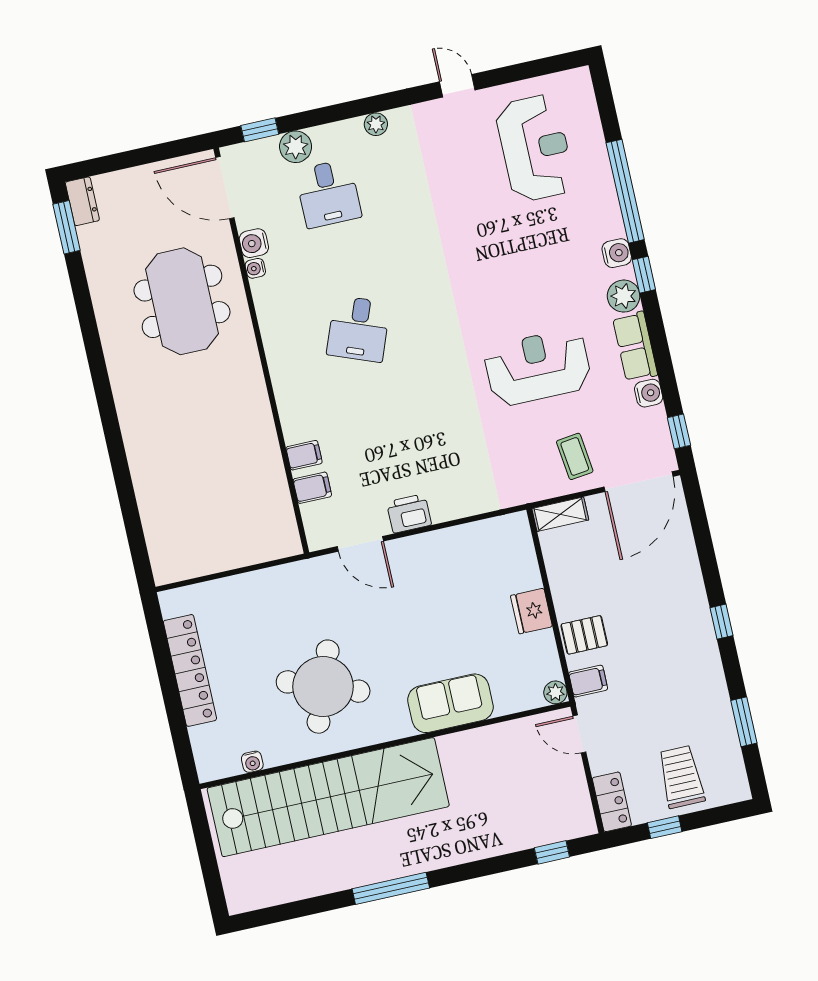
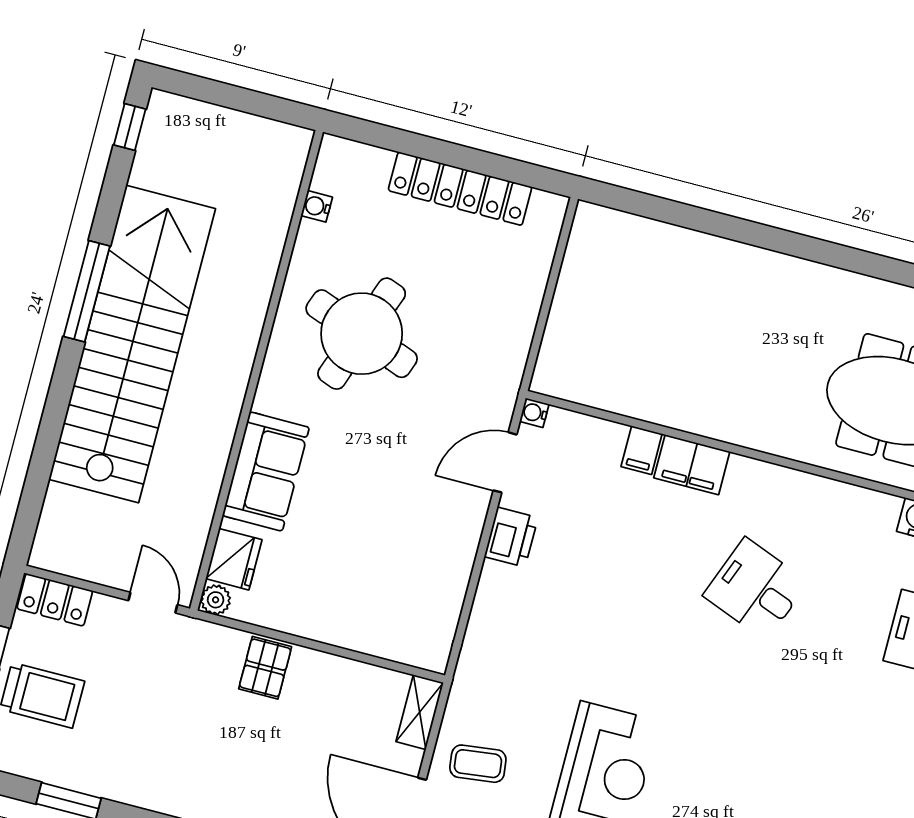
water cooler: (255, 268) -> (534, 413), moved, turned -90
filing cabinet: (312, 488) -> (692, 465), moved, width x2.00
fridge: (531, 611) -> (234, 559), moved, turned 90
filing cabinet: (588, 681) -> (209, 645), removed
door: (579, 734) -> (153, 603), hinge flipped
stairs: (328, 797) -> (132, 344), moved, turned 180
window: (552, 852) -> (130, 127), moved

